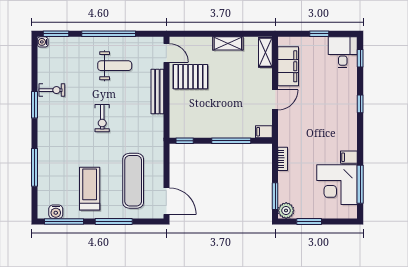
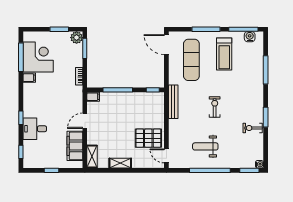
desk: (343, 52) -> (35, 129), moved, turned 90
bench: (157, 92) -> (173, 102), moved

